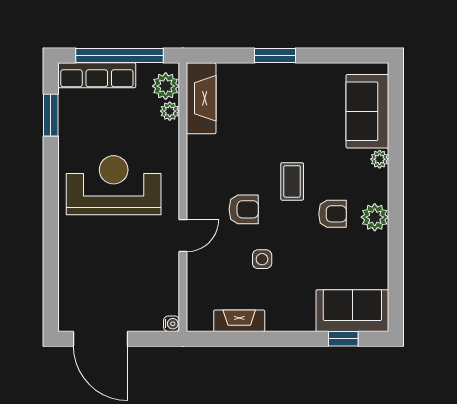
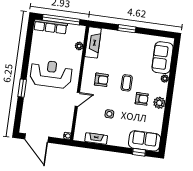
plant: (166, 86) -> (79, 35), removed
window: (51, 115) -> (22, 88), moved
armchair: (244, 209) -> (101, 80), moved

